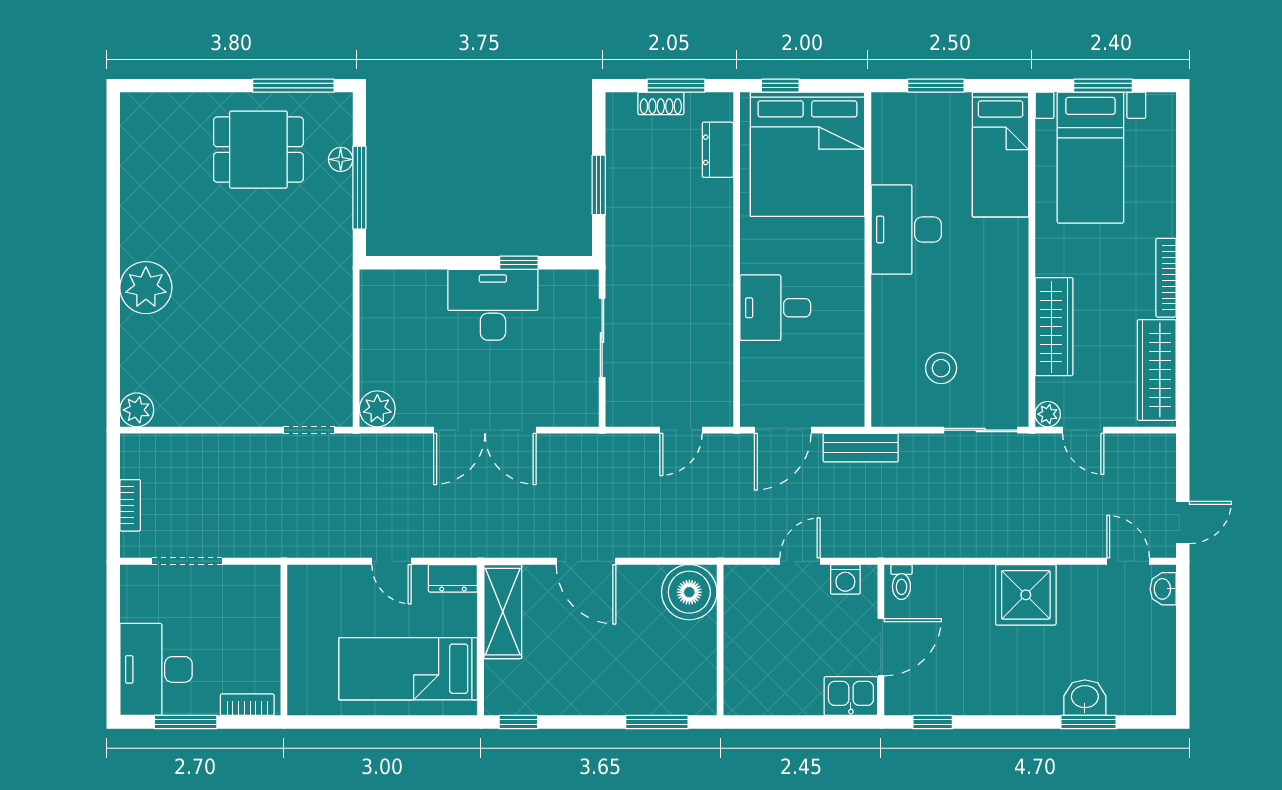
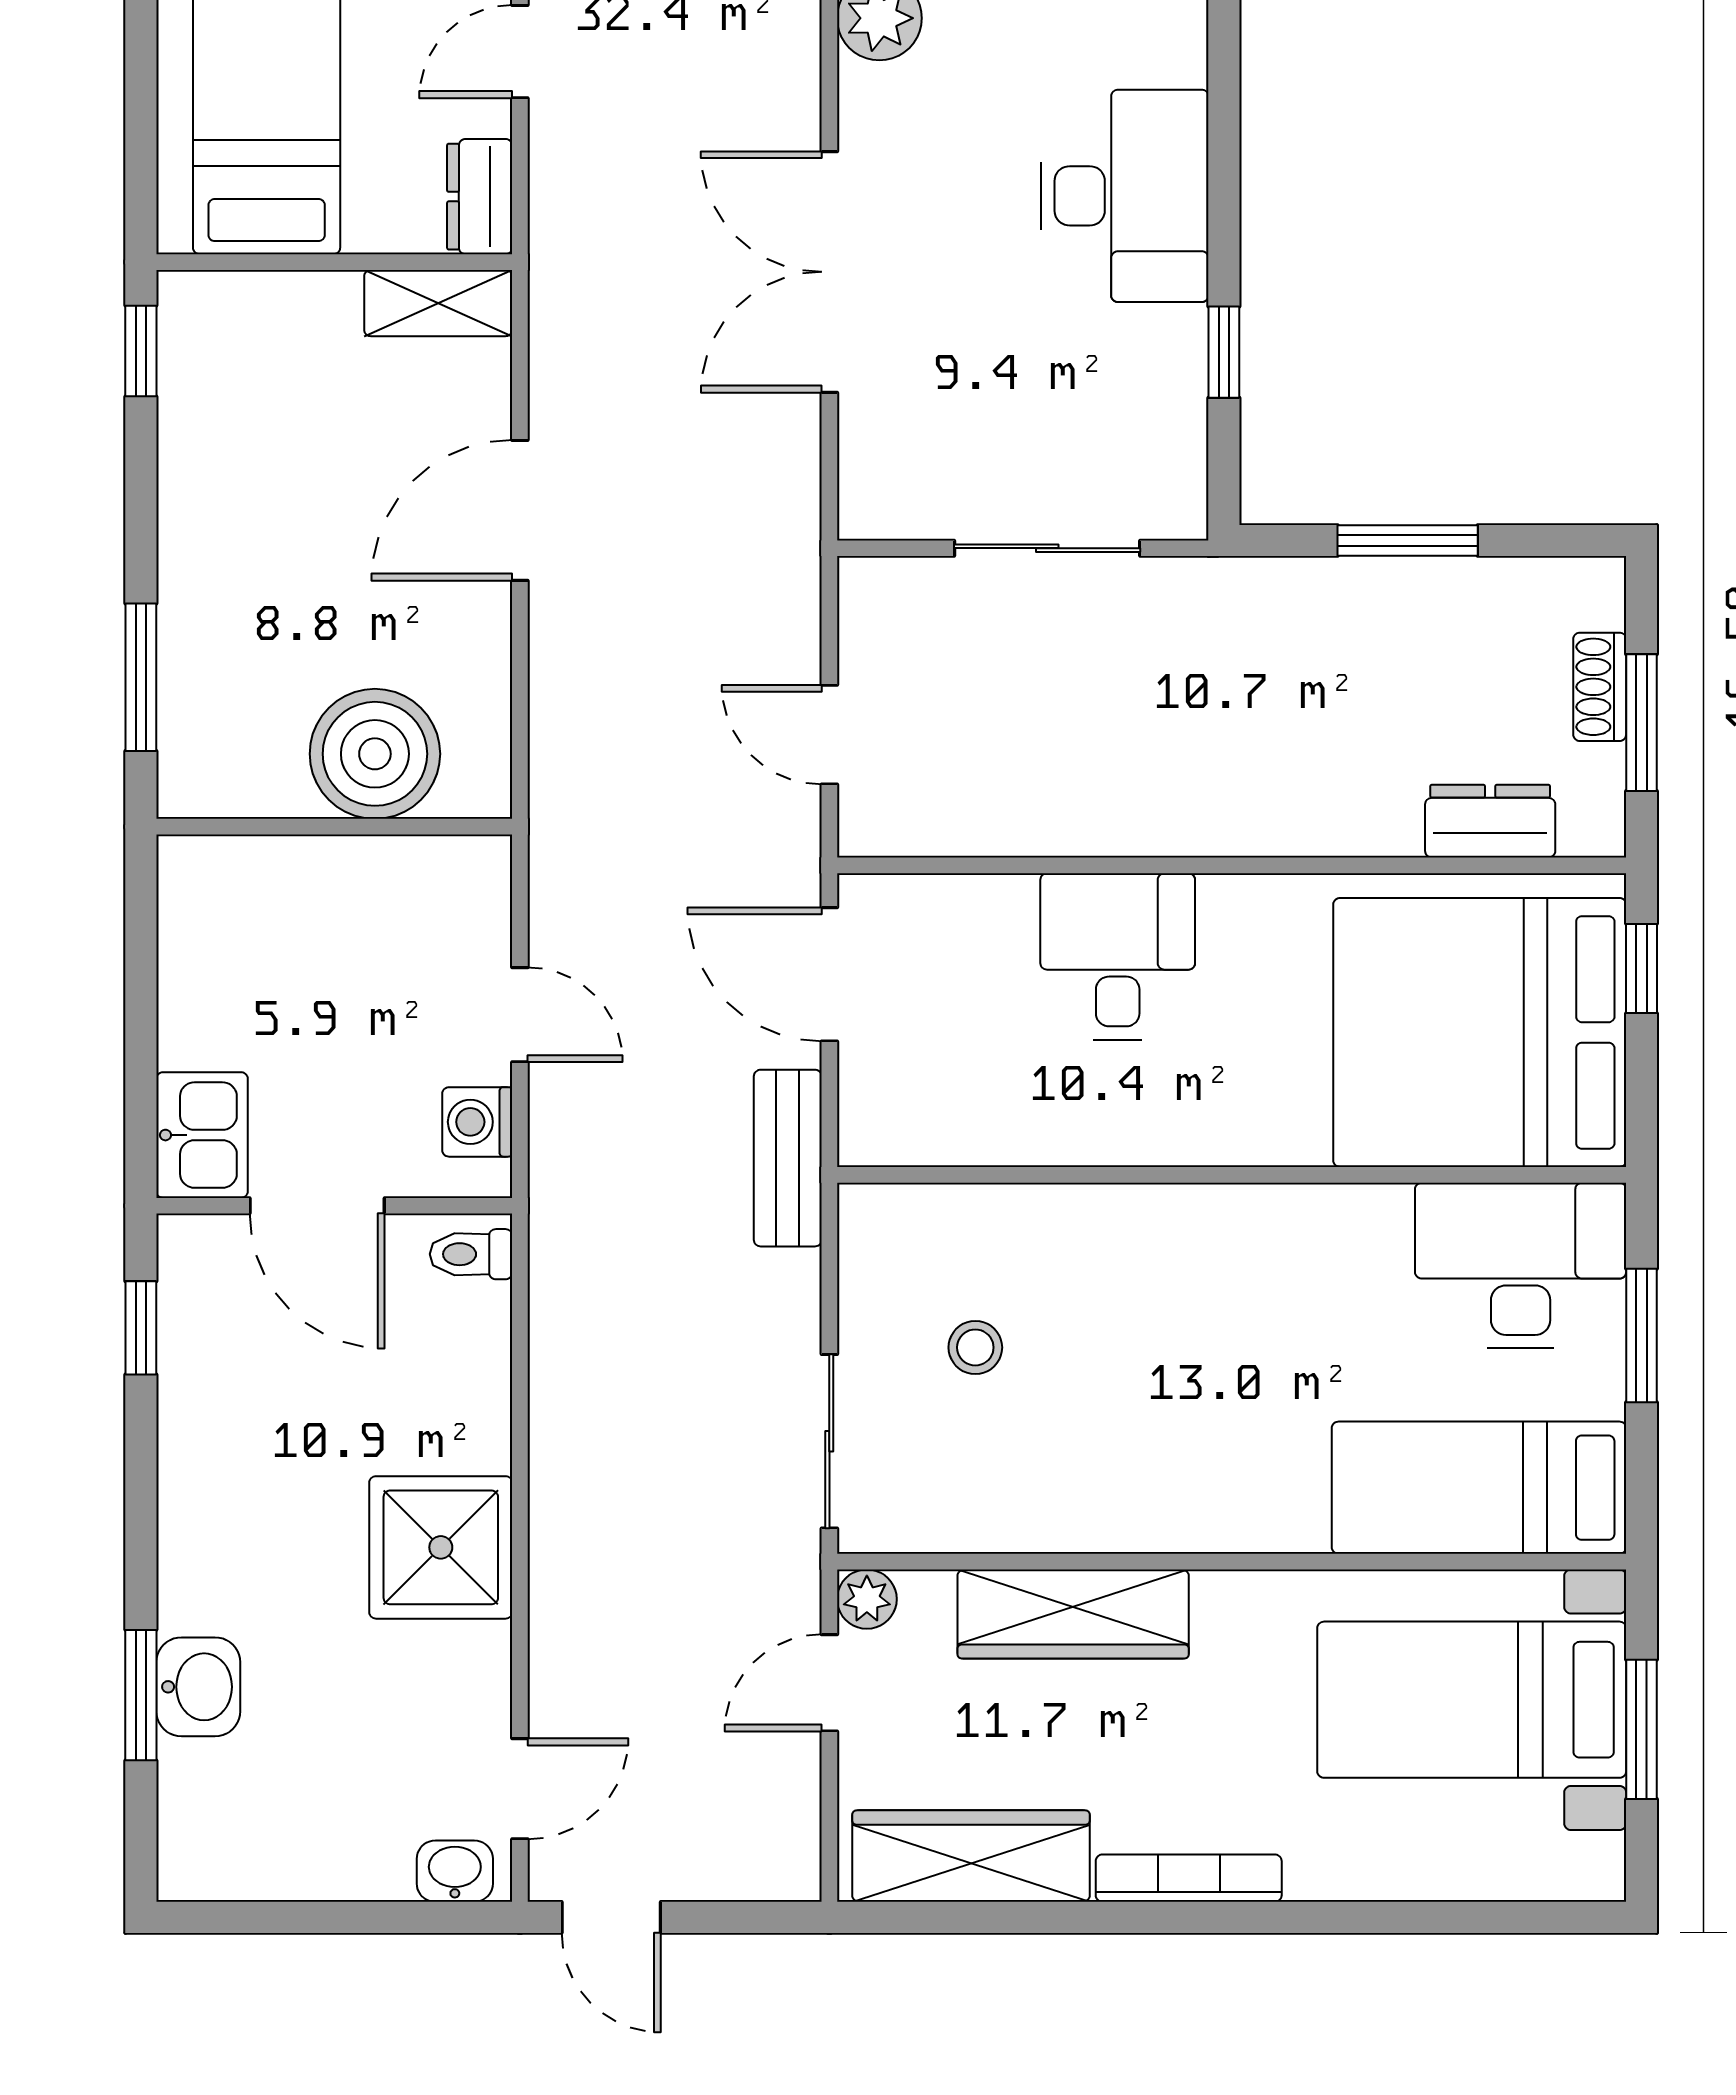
desk: (906, 230) -> (1521, 1265), moved
desk: (493, 305) -> (1125, 196), moved
stool: (941, 368) -> (975, 1347), width x0.73, depth x0.73
boiler: (689, 592) -> (375, 754), moved
shelving: (503, 612) -> (438, 303), width x0.67, depth x0.75

